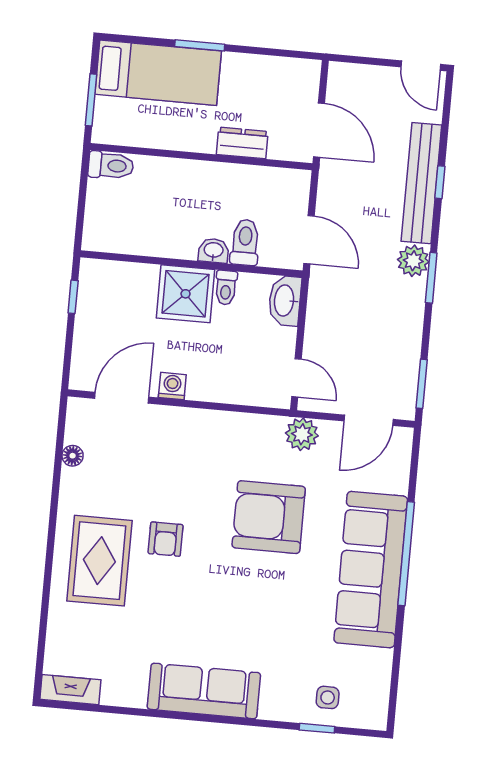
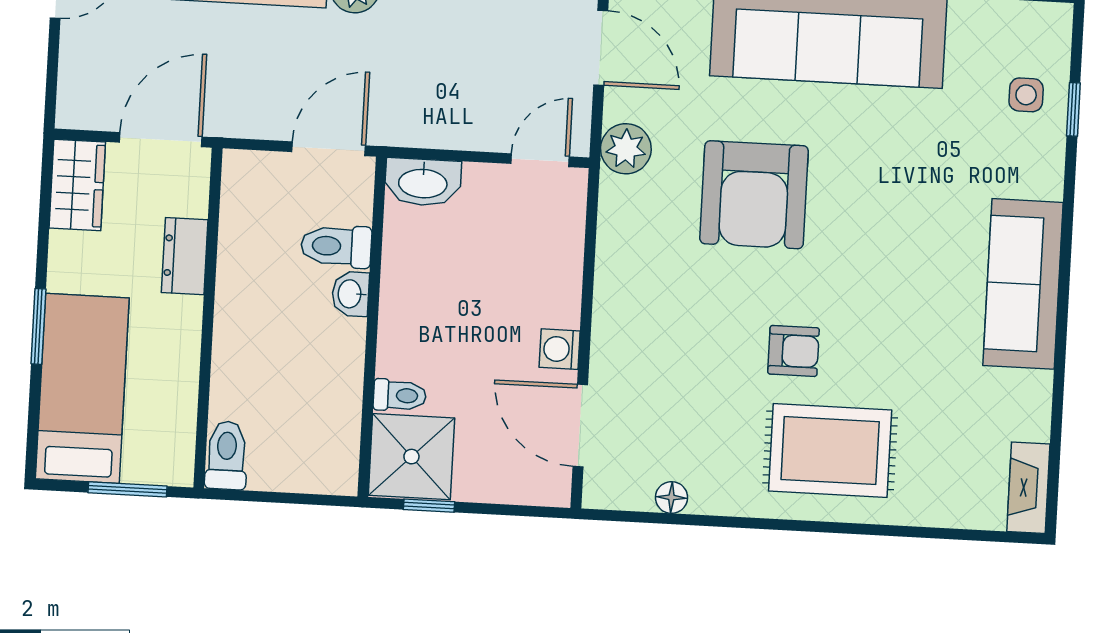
wardrobe: (291, 74) -> (77, 185), added
toilet: (226, 288) -> (400, 395), moved
shower: (186, 294) -> (411, 457), moved

